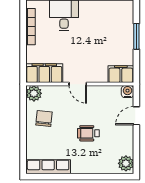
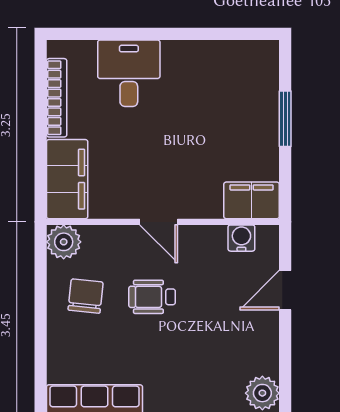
filing cabinet: (44, 73) -> (67, 179), moved, turned 90
water cooler: (128, 92) -> (241, 238), moved
wheelchair: (88, 133) -> (152, 297), moved

